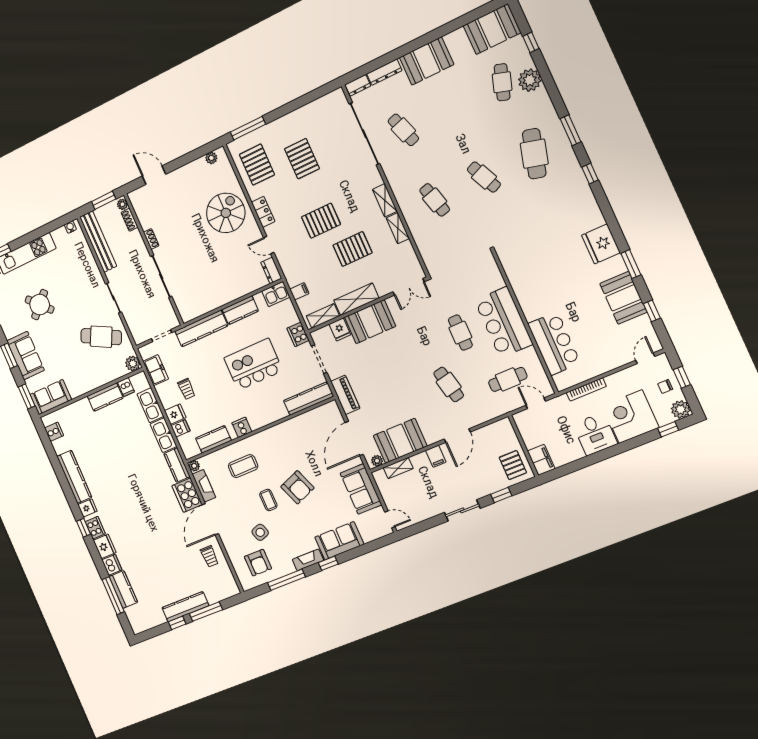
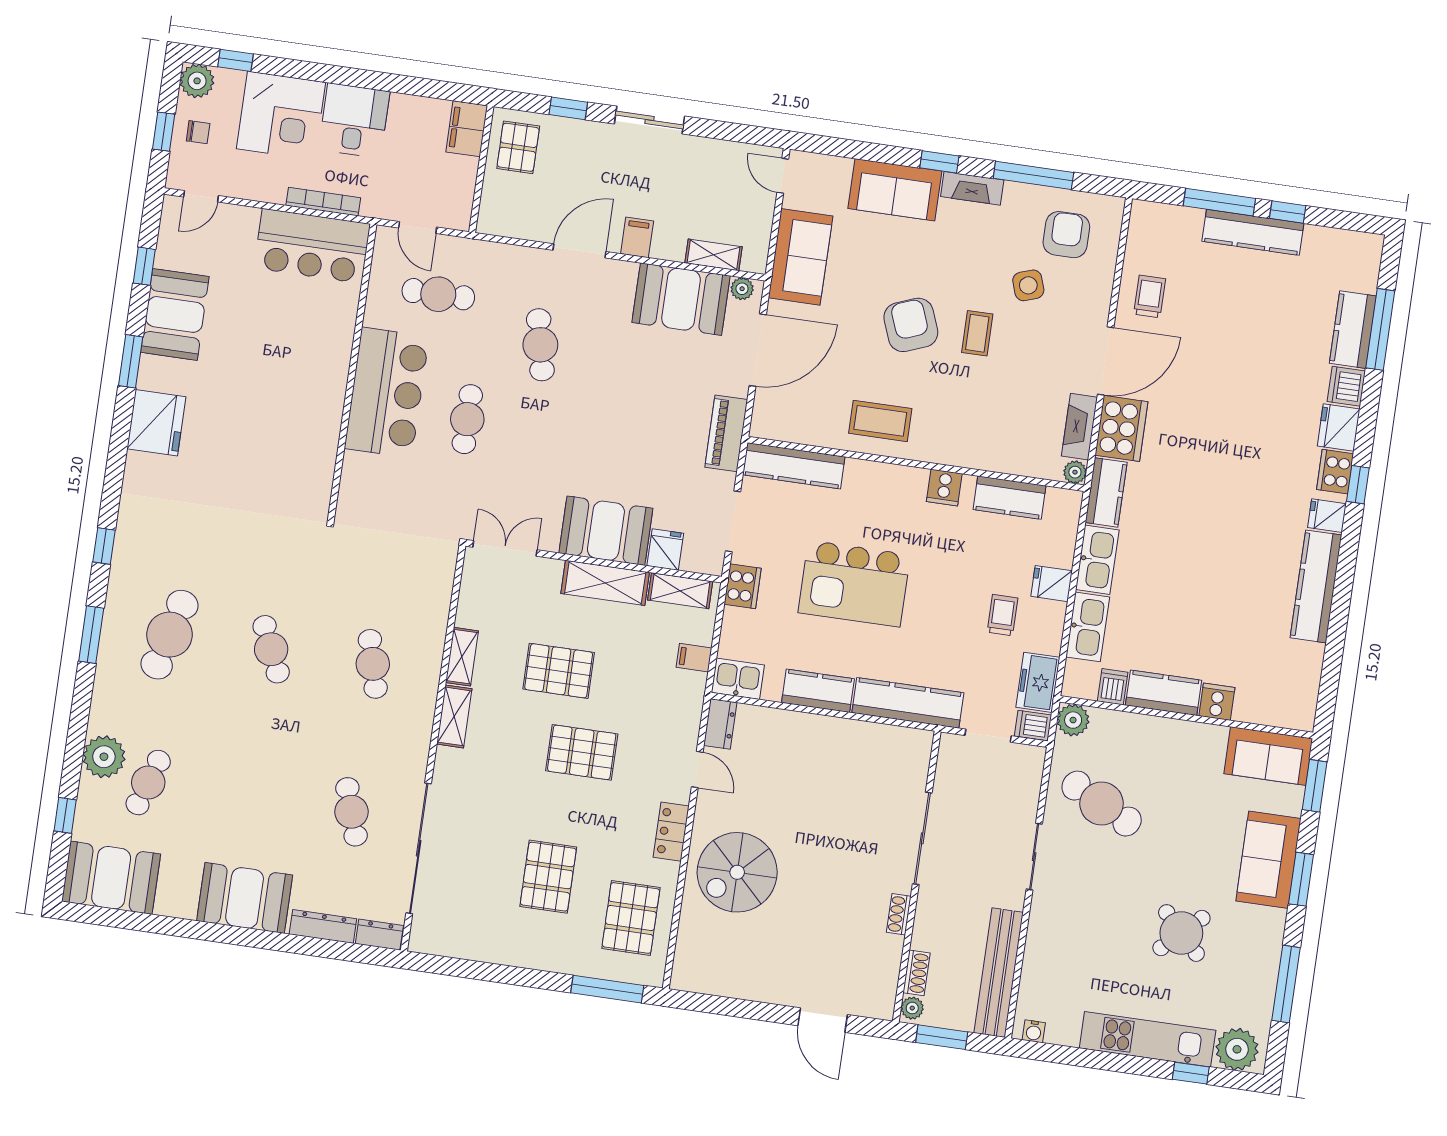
plant: (211, 158) -> (703, 982), removed
bar counter: (554, 343) -> (312, 246), moved, turned -90
dishwasher: (181, 428) -> (1033, 726), moved
cooker: (54, 432) -> (1217, 702), moved, turned 90
coffee table: (243, 466) -> (880, 421), moved

